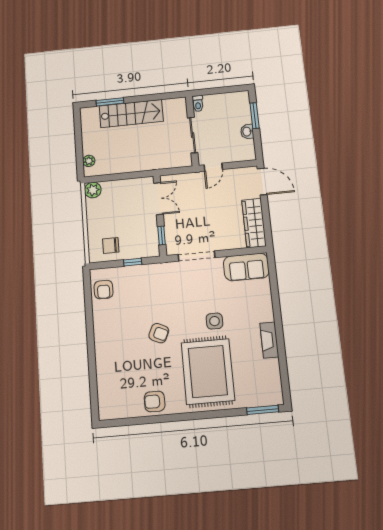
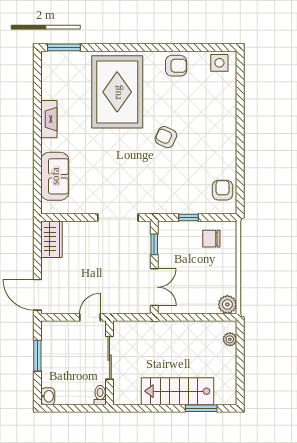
window: (255, 116) -> (37, 356), moved
washbasin: (247, 132) -> (48, 396), moved
double door: (158, 199) -> (154, 287), swing flipped
wardrobe: (254, 223) -> (51, 239), width x0.67
chair: (111, 245) -> (211, 239), turned 180
sofa: (246, 267) -> (55, 176), moved, turned 90
side table: (214, 321) -> (219, 63), moved

